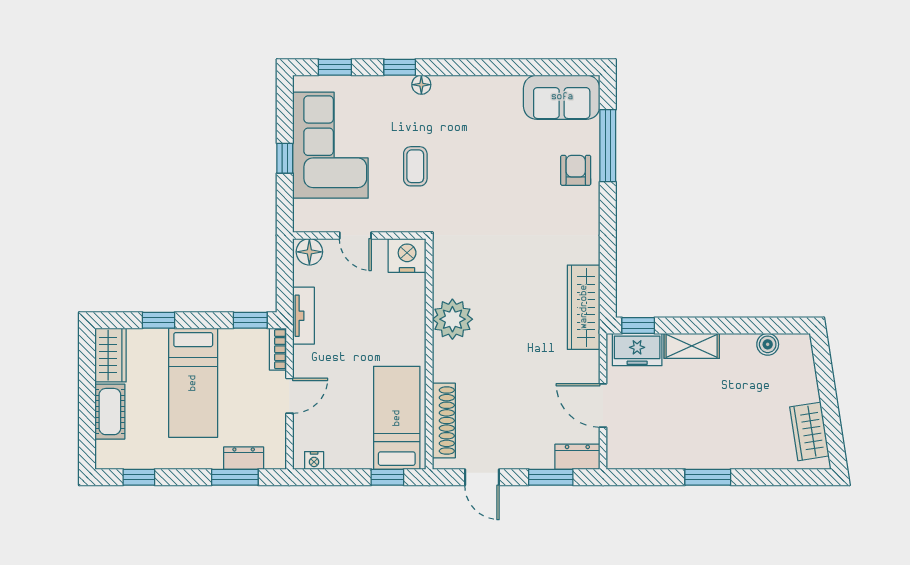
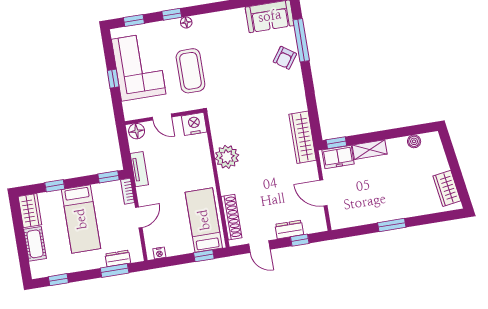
coffee table: (415, 166) -> (190, 71), width x1.86, depth x1.72
armchair: (576, 170) -> (285, 58), turned -145
dresser: (577, 457) -> (289, 229), moved
window: (551, 477) -> (300, 240), width x0.67

